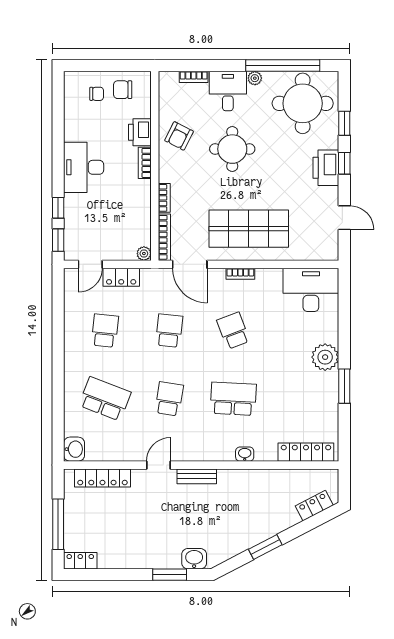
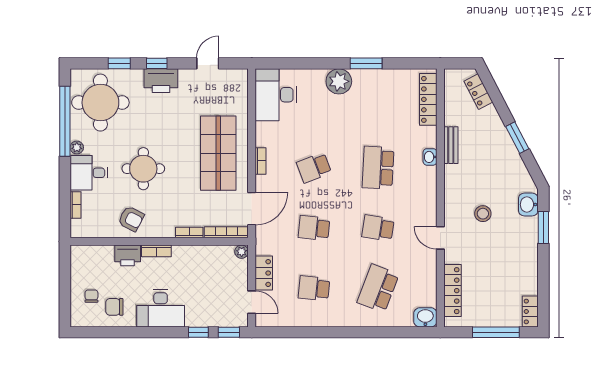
chair: (123, 90) -> (114, 307), moved, turned 90
bench: (197, 476) -> (451, 145), moved
stool: (184, 510) -> (483, 214), added

